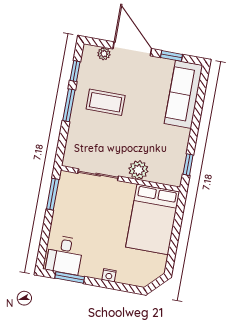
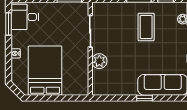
window: (188, 165) -> (144, 98), moved
bed: (153, 219) -> (45, 71), moved, turned 90

